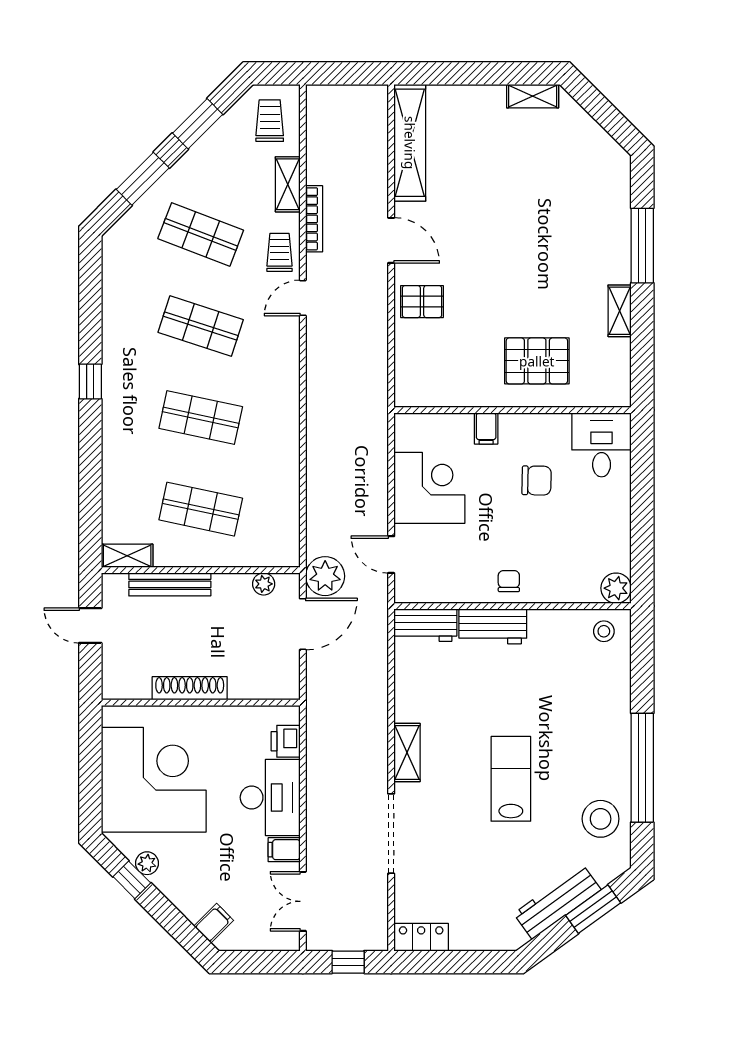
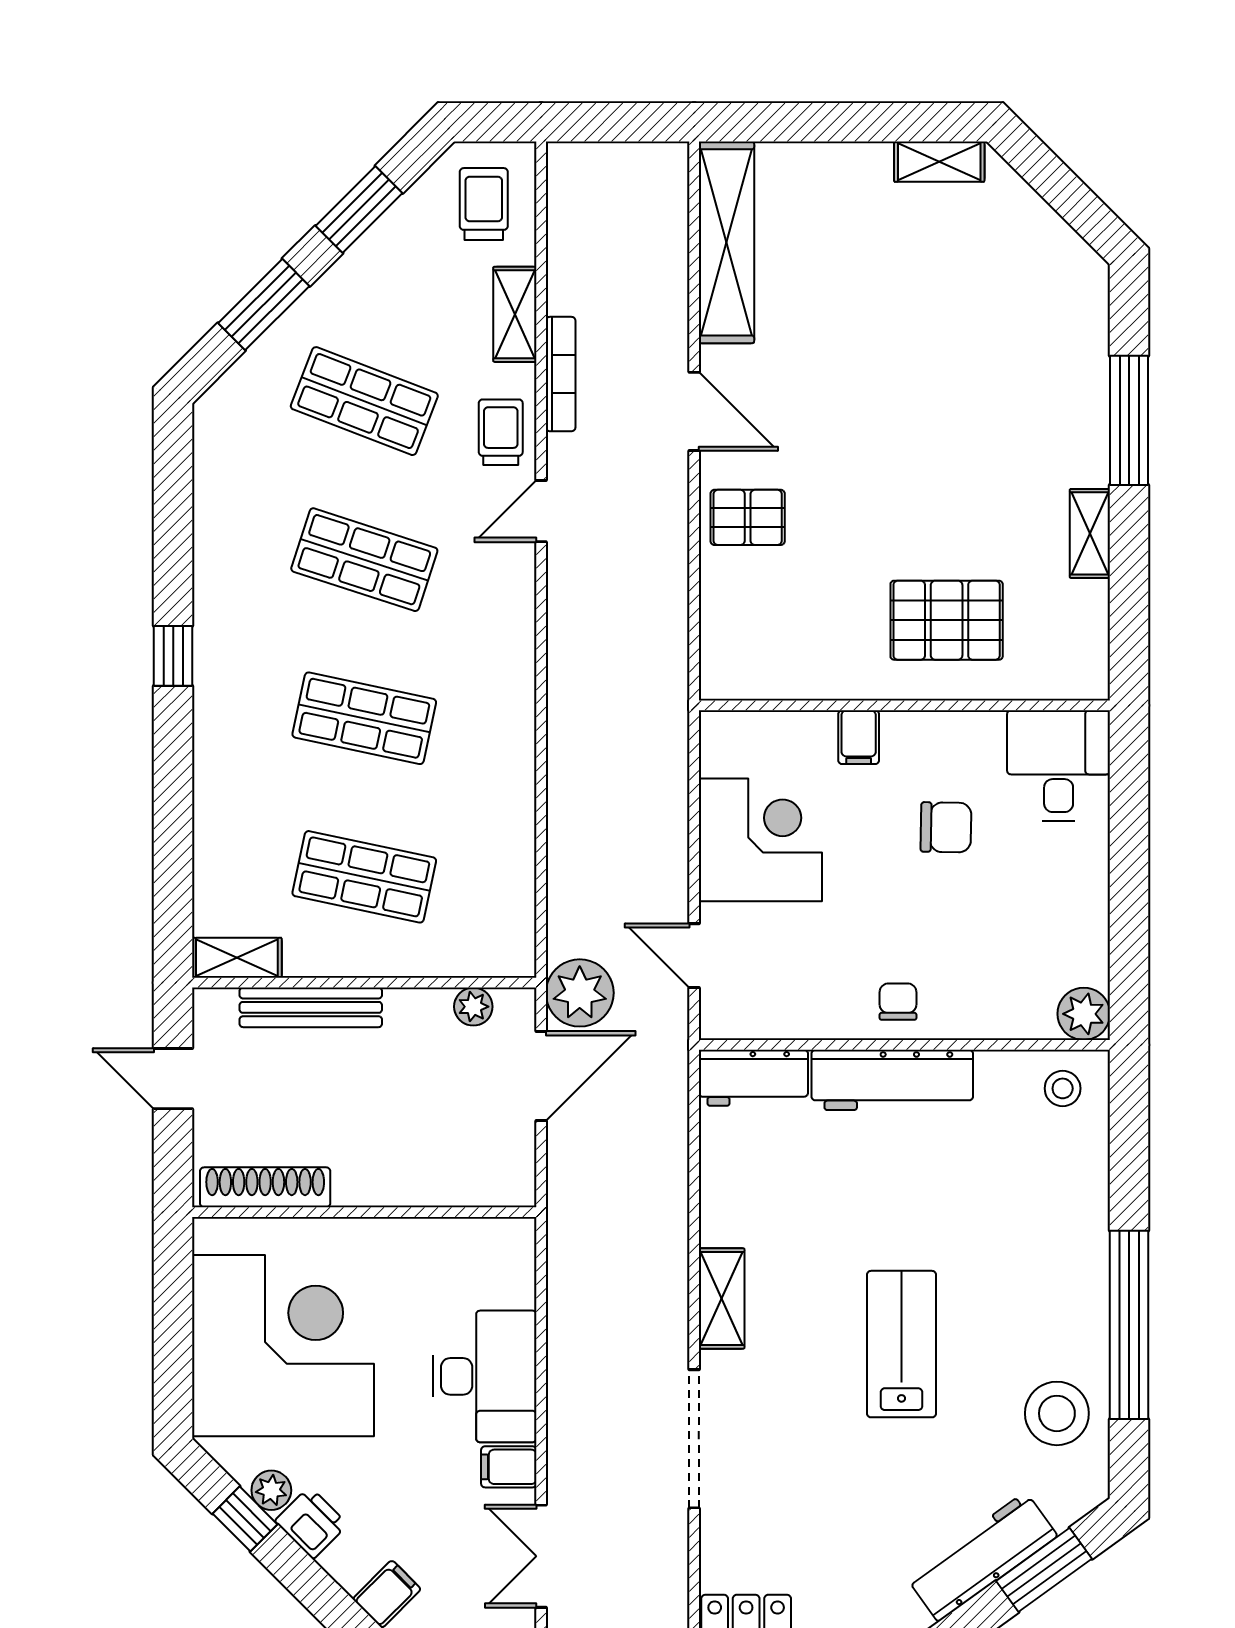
workbench: (493, 626) -> (892, 1080), width x1.37
shoe rack: (190, 688) -> (265, 1187), moved
printer: (286, 741) -> (311, 1523), moved, turned 135

